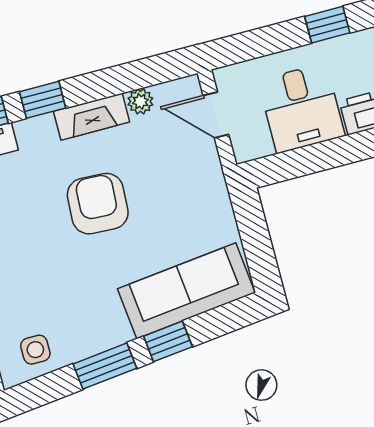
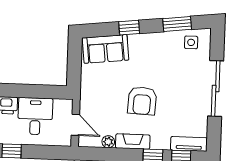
sofa: (186, 291) -> (106, 49), width x0.73
window: (105, 366) -> (177, 24), moved

